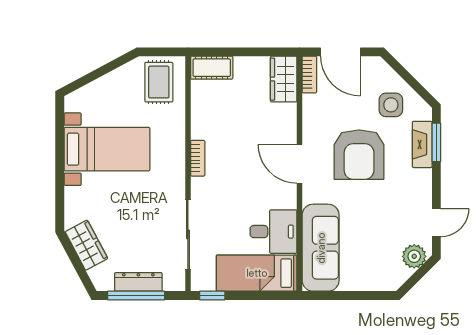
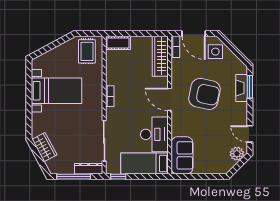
wardrobe: (284, 79) -> (160, 56), width x1.50
side table: (391, 105) -> (215, 52), moved
armchair: (359, 155) -> (205, 94), turned -78
door: (436, 223) -> (250, 134), swing flipped
desk: (273, 232) -> (154, 134), width x1.37
sofa: (321, 248) -> (182, 155), width x0.73
dresser: (138, 282) -> (89, 169), moved

